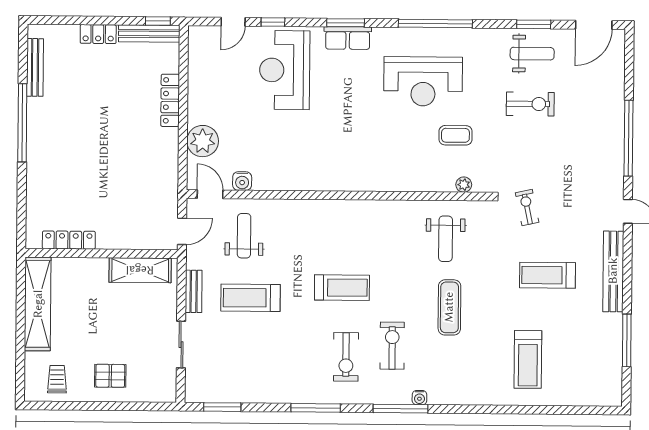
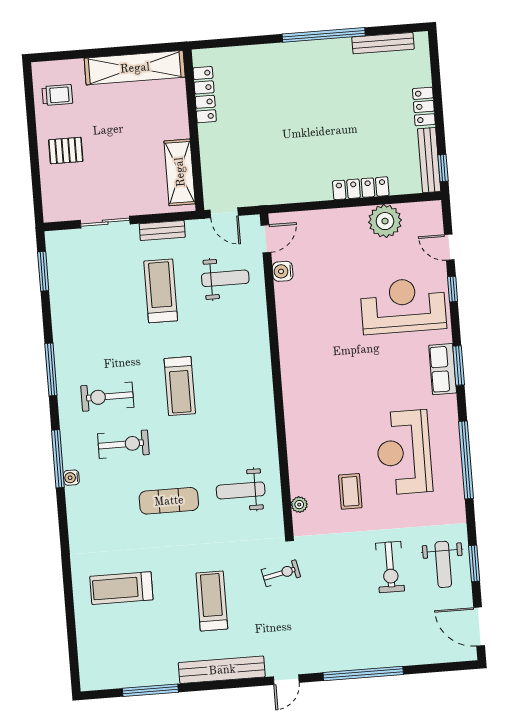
plant: (203, 141) -> (385, 221), moved
pallet: (110, 376) -> (66, 151), turned 90

